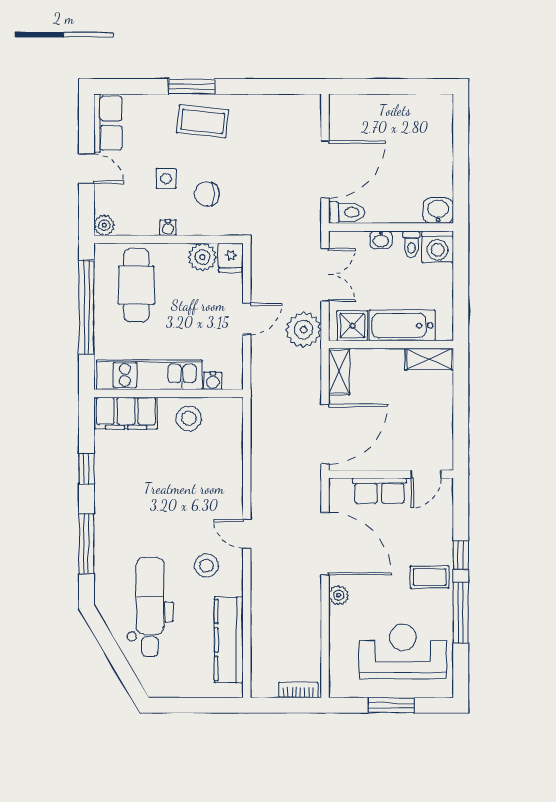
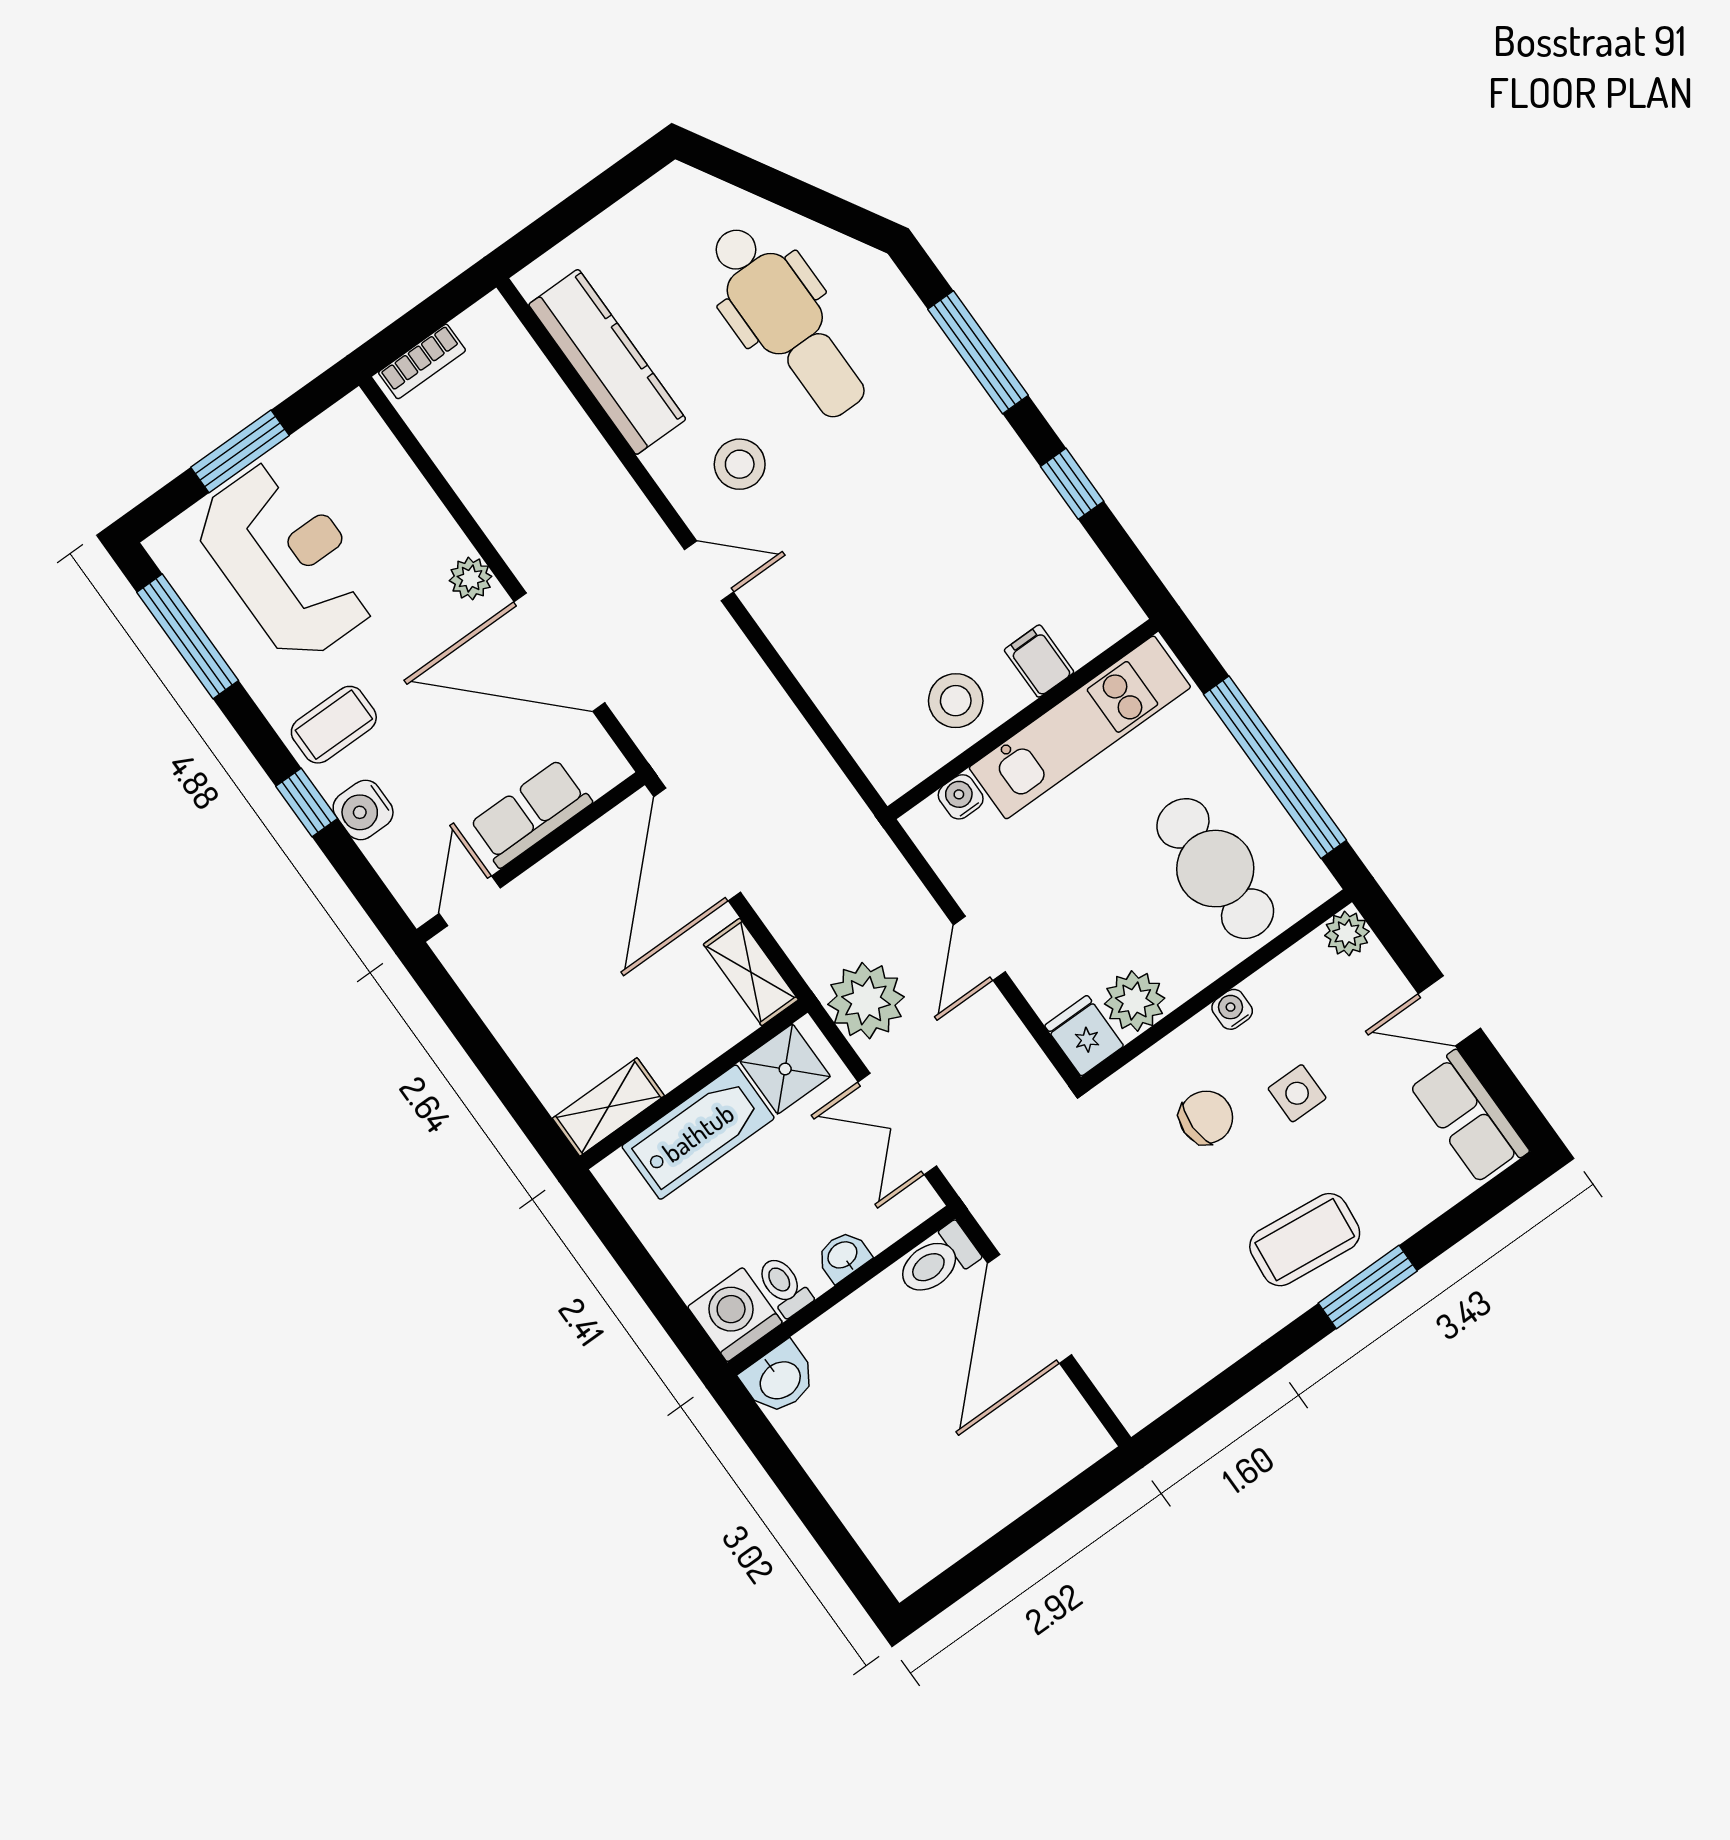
filing cabinet: (126, 413) -> (1039, 661), width x0.33, depth x0.86
water cooler: (441, 537) -> (363, 810), added
window: (461, 613) -> (188, 636), moved
reception desk: (403, 652) -> (287, 560), turned -90

